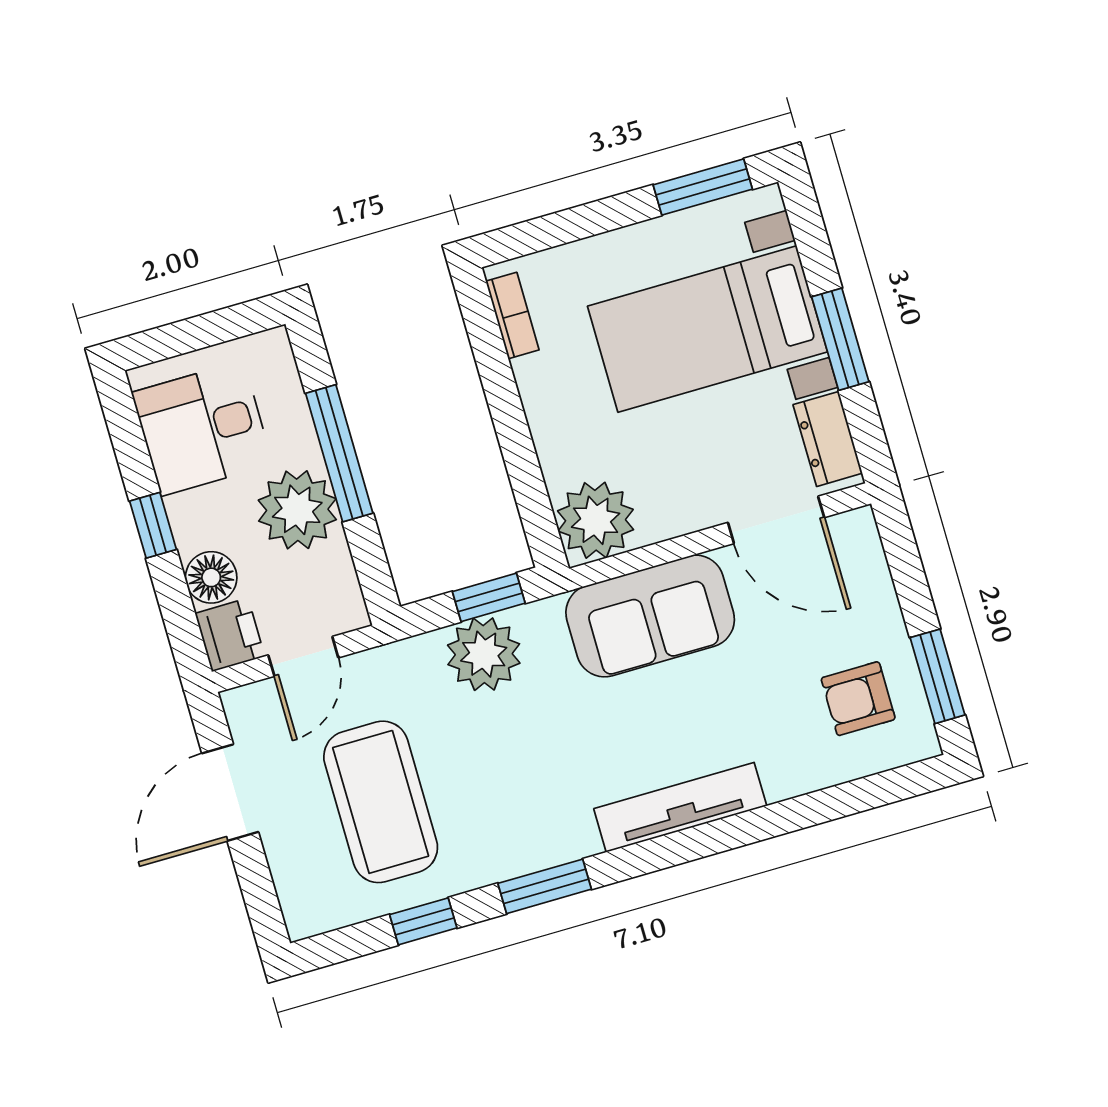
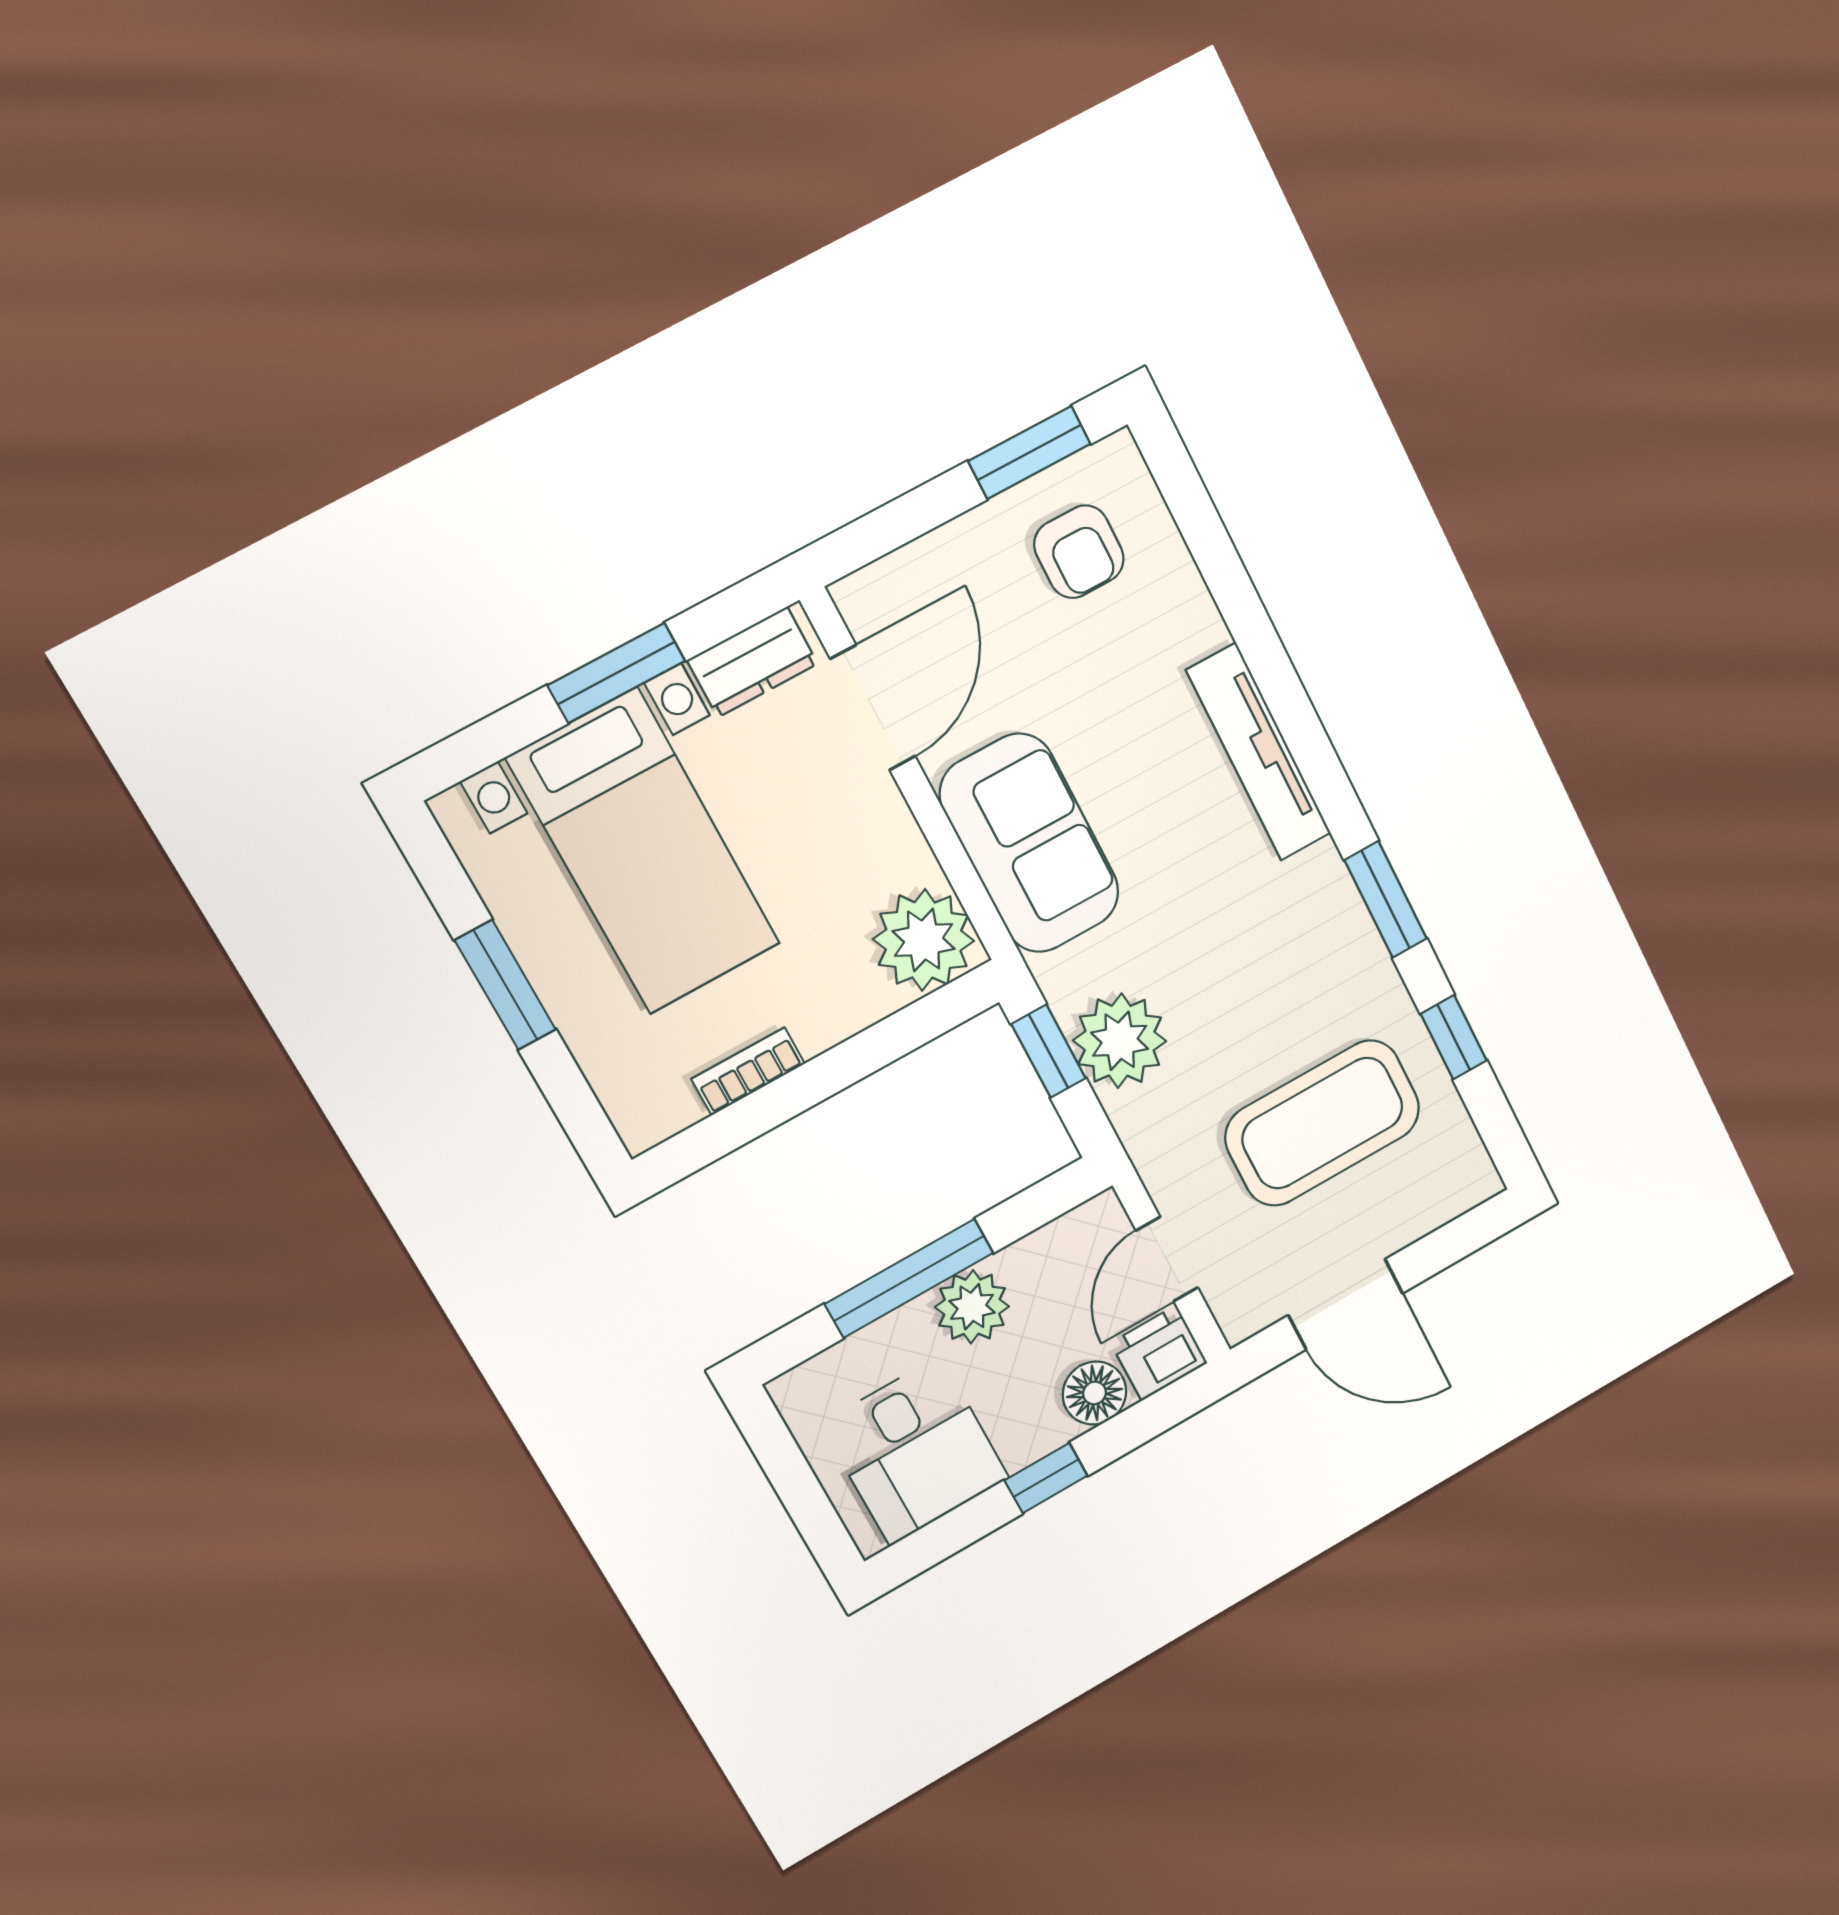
window: (703, 187) -> (505, 985), moved
bookcase: (512, 316) -> (748, 1071), moved
plant: (297, 510) -> (972, 1307), width x0.73, depth x0.73
door: (303, 656) -> (1167, 1259), swing flipped

